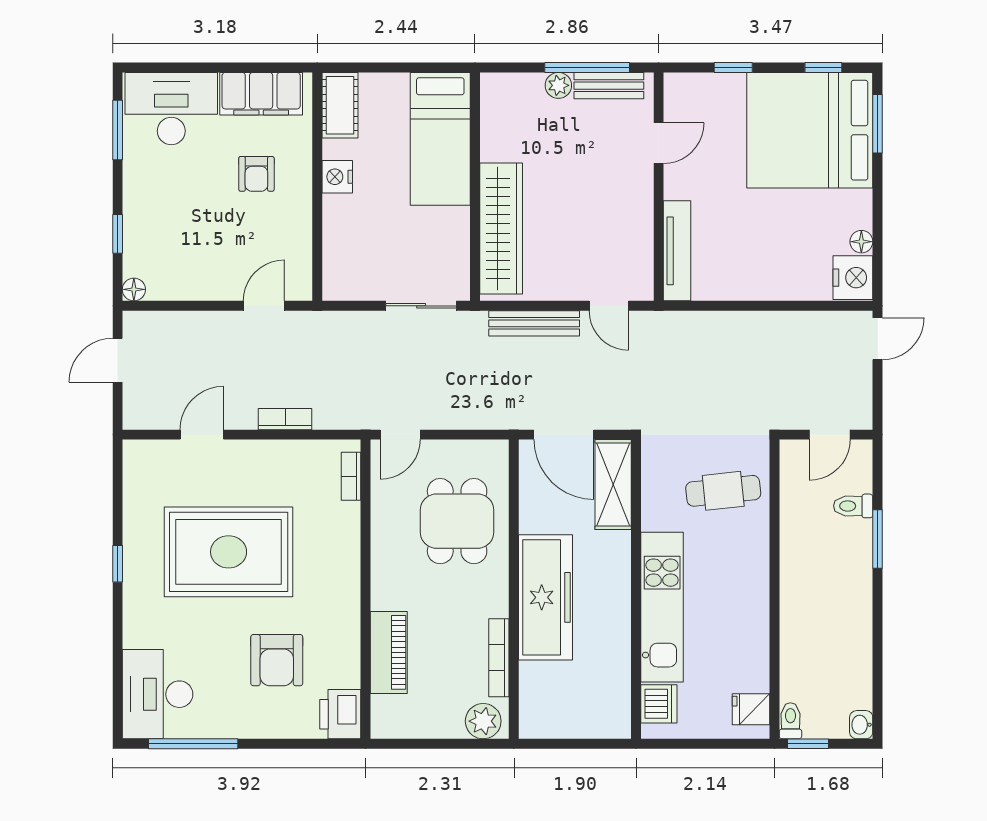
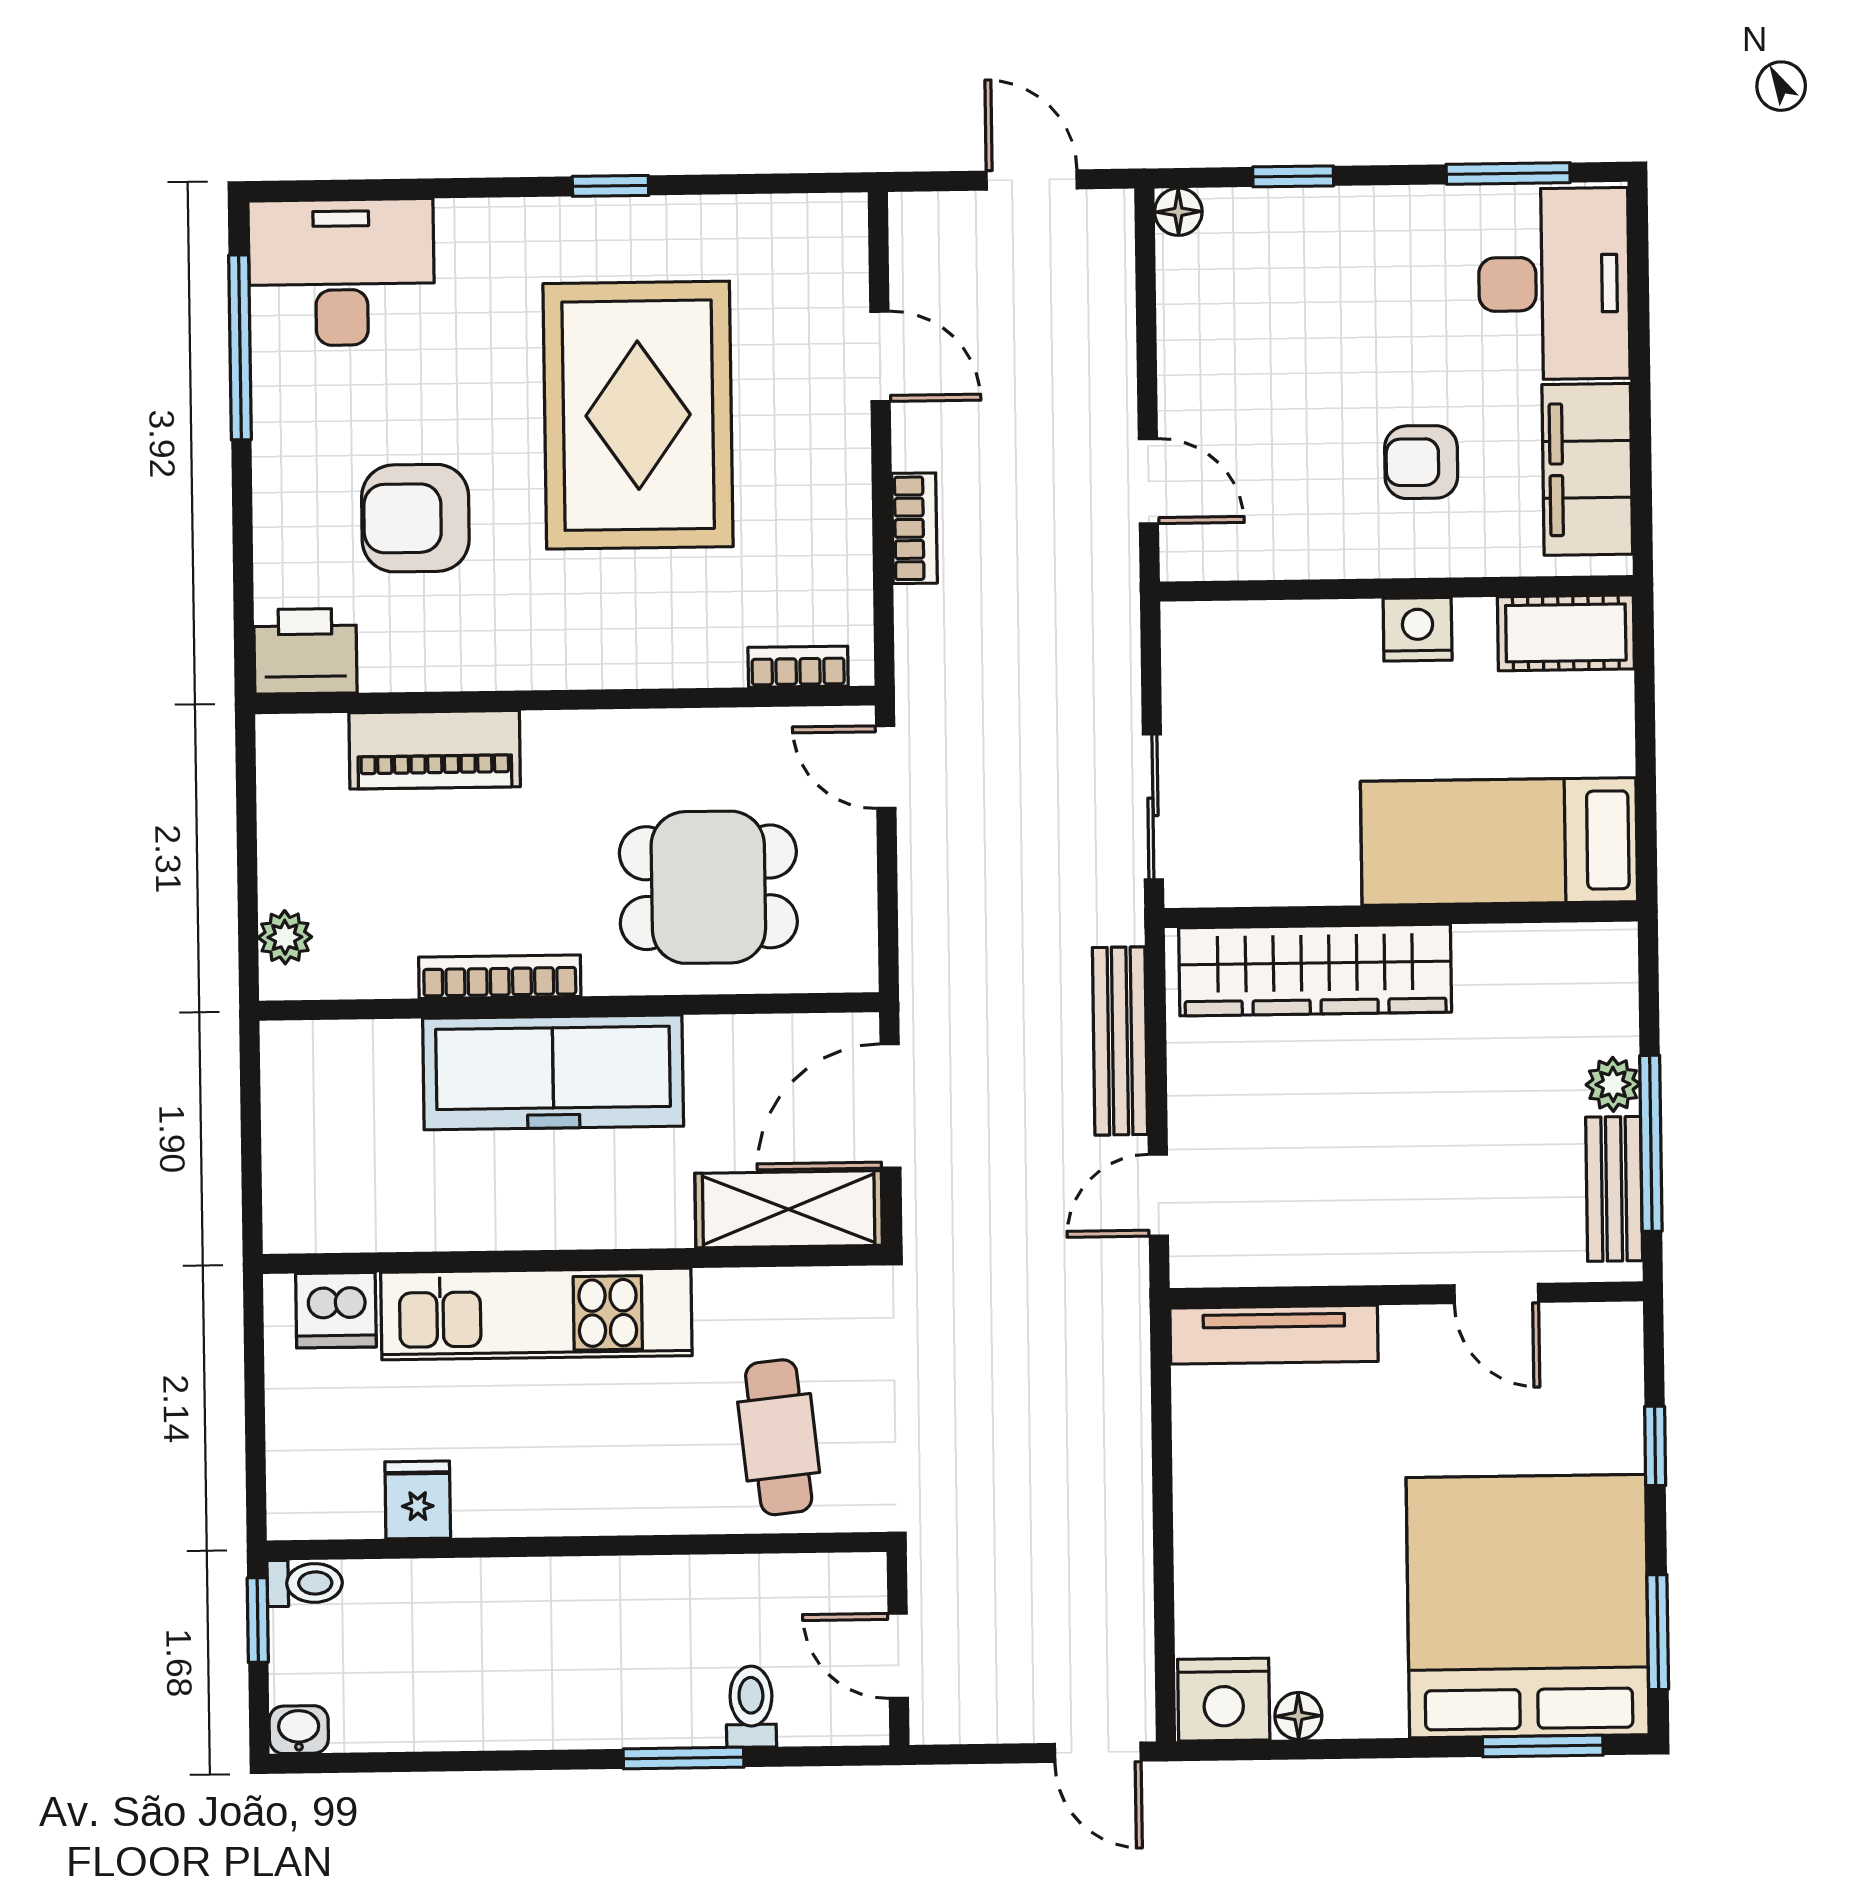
window: (823, 67) -> (1658, 1632), width x1.50
bookcase: (499, 658) -> (500, 977), moved
fridge: (751, 709) -> (418, 1500), moved
plant: (483, 721) -> (285, 937), width x0.73, depth x0.73

